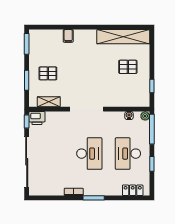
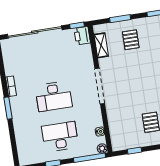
locker: (133, 190) -> (22, 148), removed

